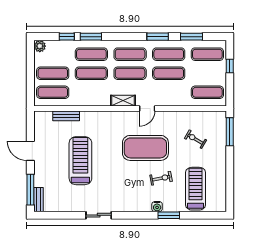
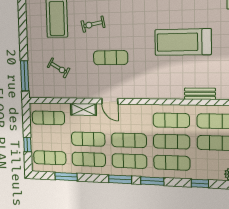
window: (91, 37) -> (152, 181), moved
window: (158, 37) -> (120, 179), moved
exercise mat: (91, 92) -> (171, 120), added
shelving: (123, 101) -> (83, 109), moved
door: (147, 109) -> (110, 101), swing flipped
exercise mat: (145, 148) -> (111, 58), width x0.50, depth x0.69
treadmill: (80, 161) -> (183, 42), turned 90

